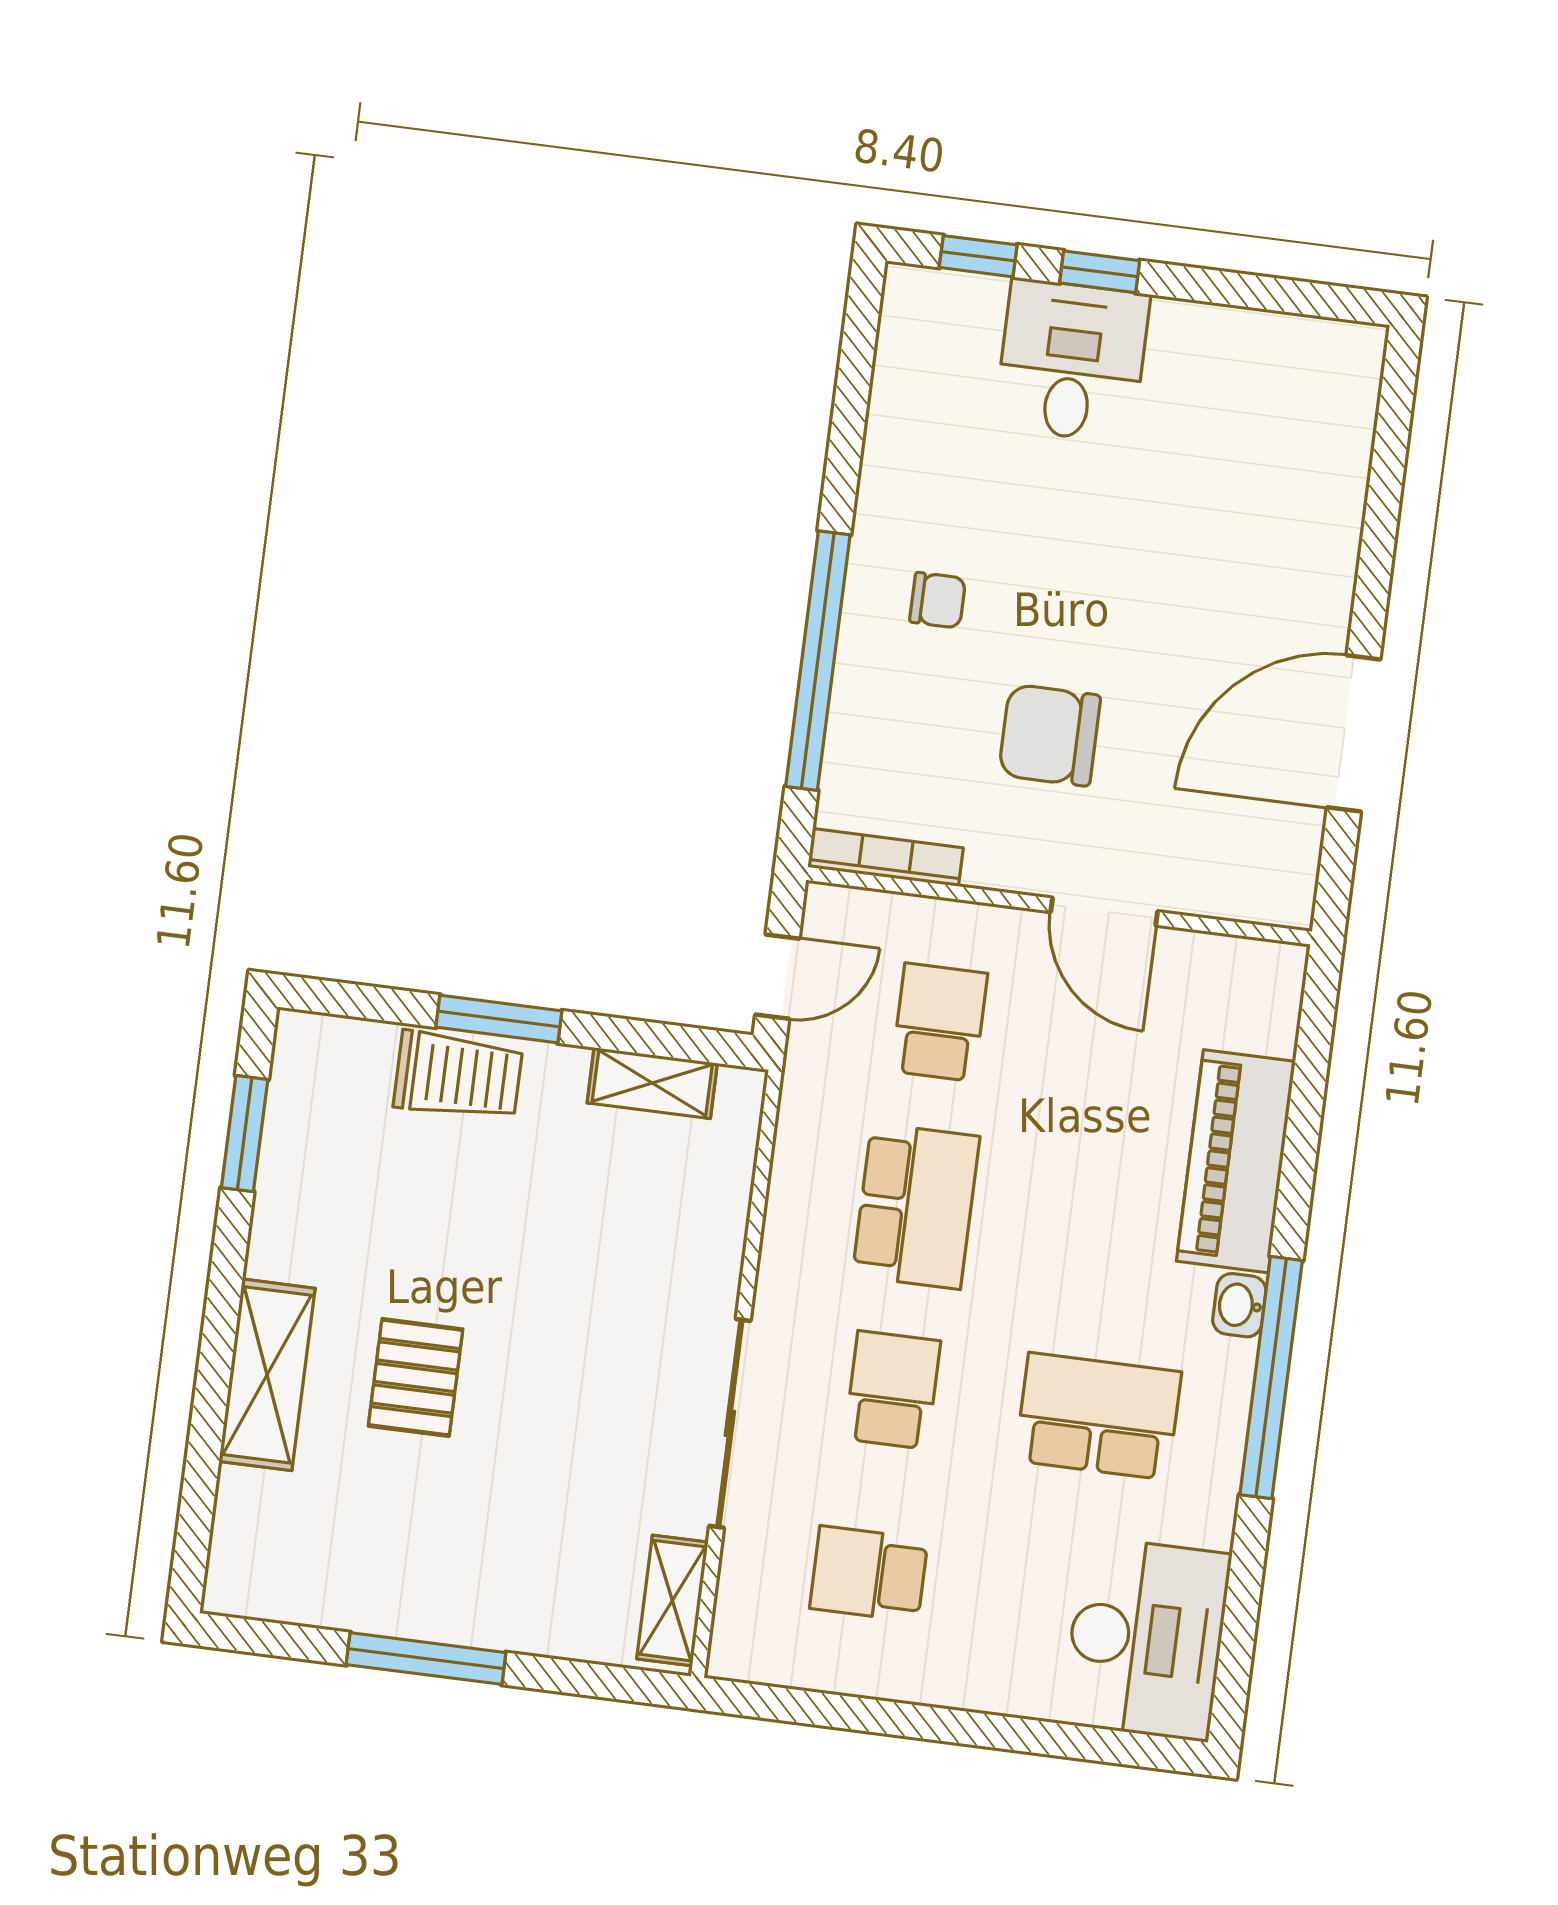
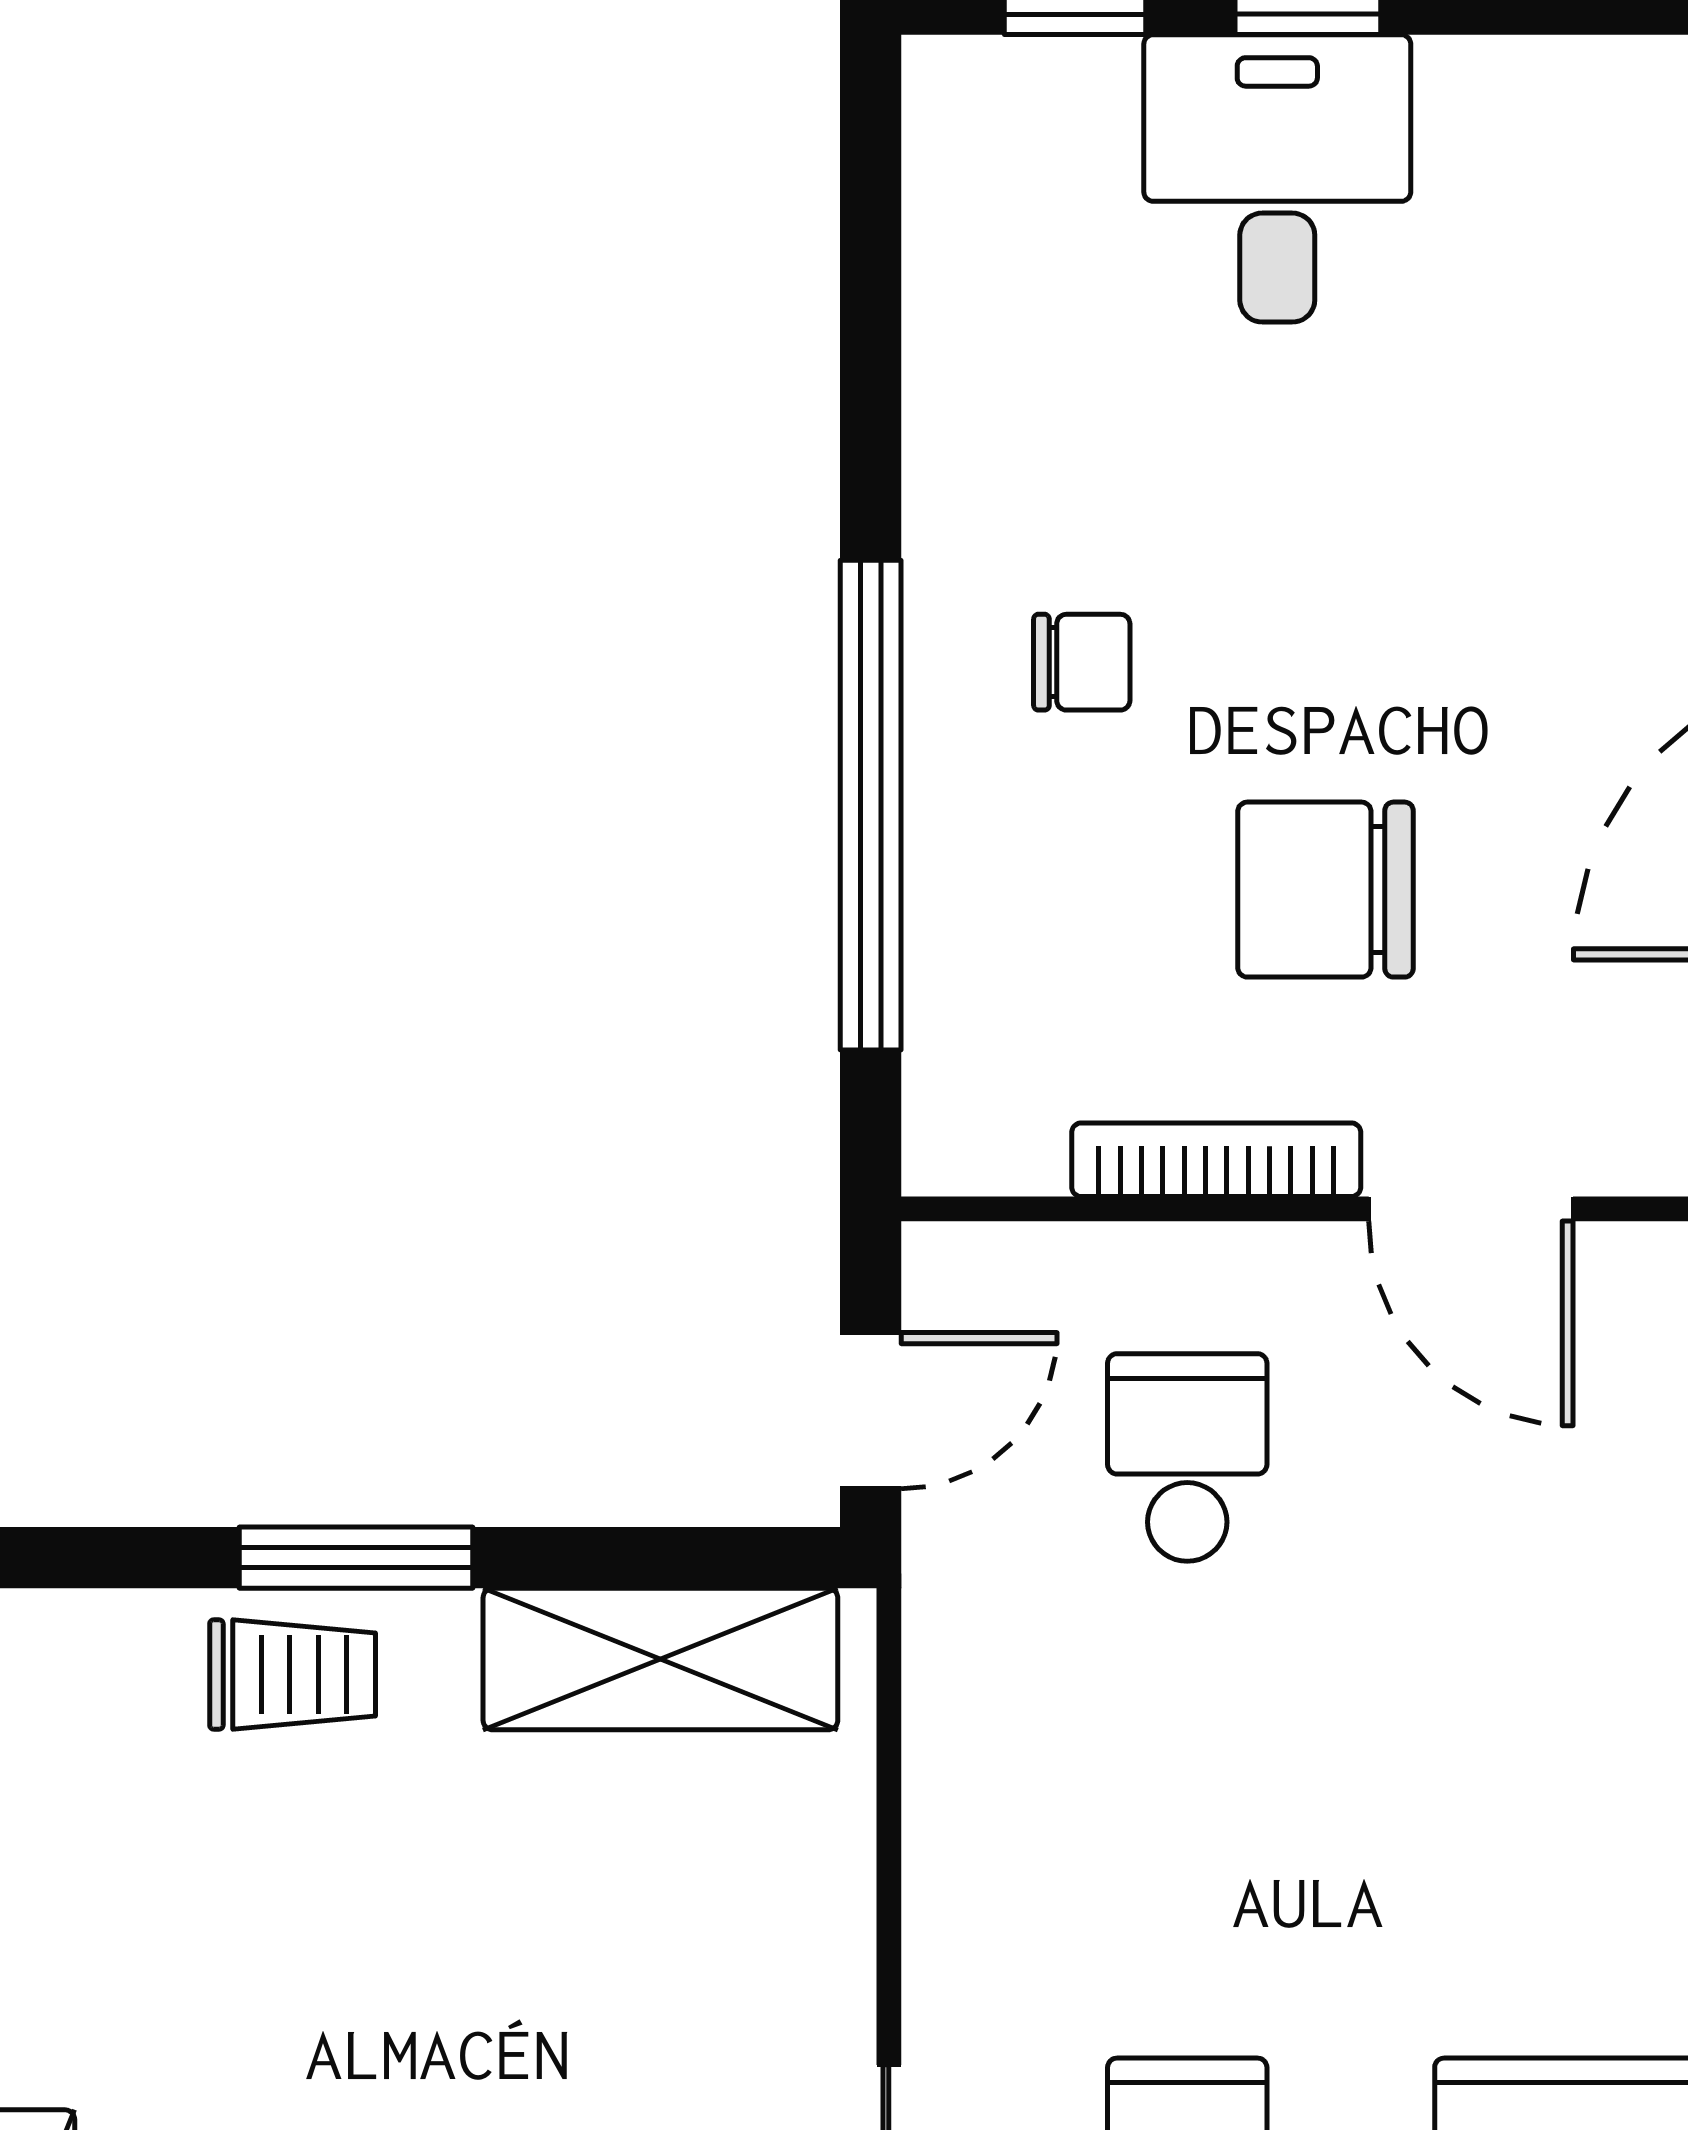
bookcase: (885, 857) -> (1216, 1160), moved
trolley: (458, 1076) -> (293, 1674), width x0.73, depth x0.72
shelving: (652, 1083) -> (660, 1659), width x1.50, depth x1.33
school desk: (916, 1206) -> (1187, 1810), removed

